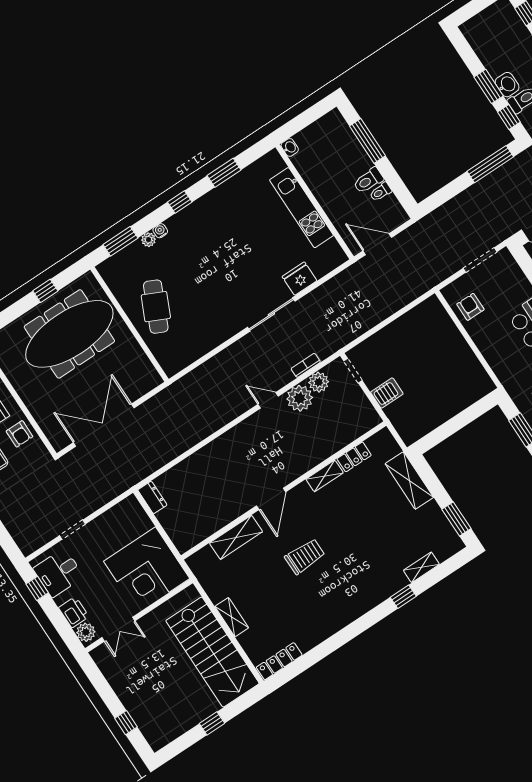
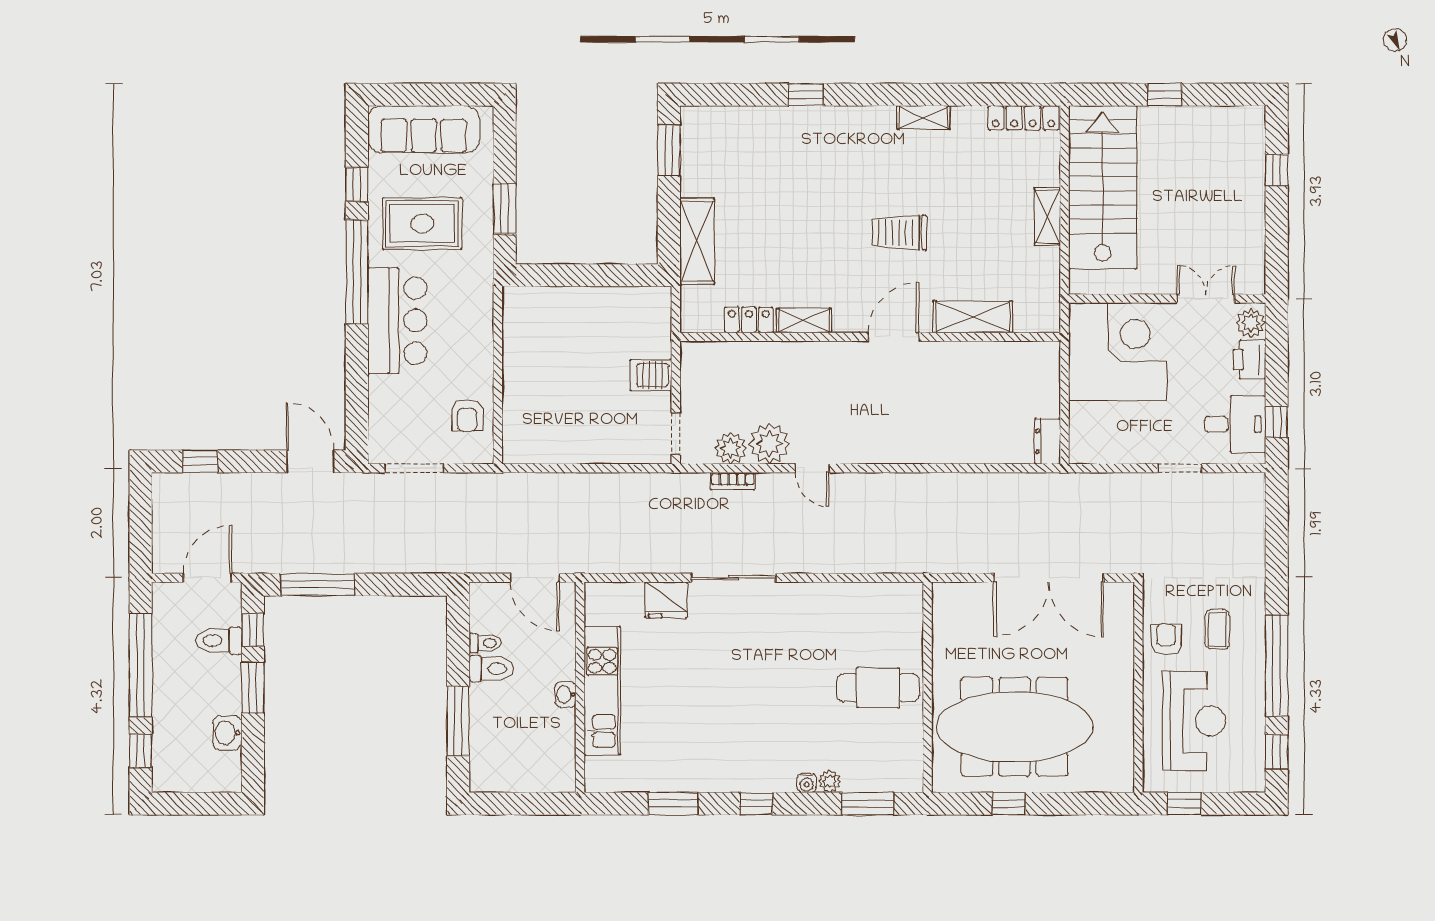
washbasin: (507, 85) -> (227, 733), moved
washbasin: (290, 147) -> (565, 694), moved
cafe table: (156, 307) -> (878, 688), turned 65
shelving: (421, 567) -> (924, 117), moved

